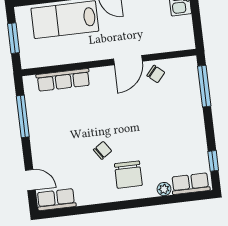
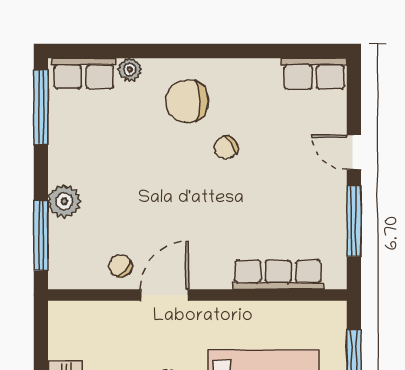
plant: (193, 108) -> (64, 201), added
window: (213, 161) -> (41, 107), width x2.17
chair: (128, 175) -> (187, 101), turned -90
door: (30, 180) -> (354, 152), moved

